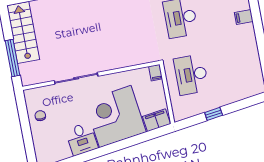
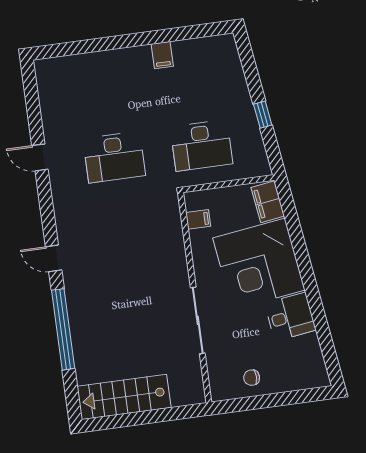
filing cabinet: (244, 17) -> (162, 55), moved
window: (13, 58) -> (162, 415), removed
filing cabinet: (156, 73) -> (198, 219), moved

